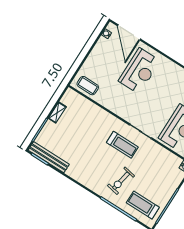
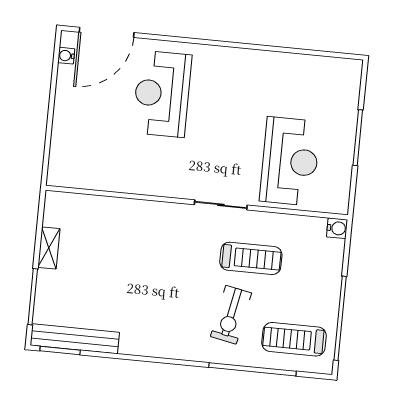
door: (129, 32) -> (107, 32), hinge flipped
reception desk: (139, 71) -> (162, 94), turned 180
coffee table: (88, 86) -> (80, 170), removed
treadmill: (122, 145) -> (251, 258), moved

